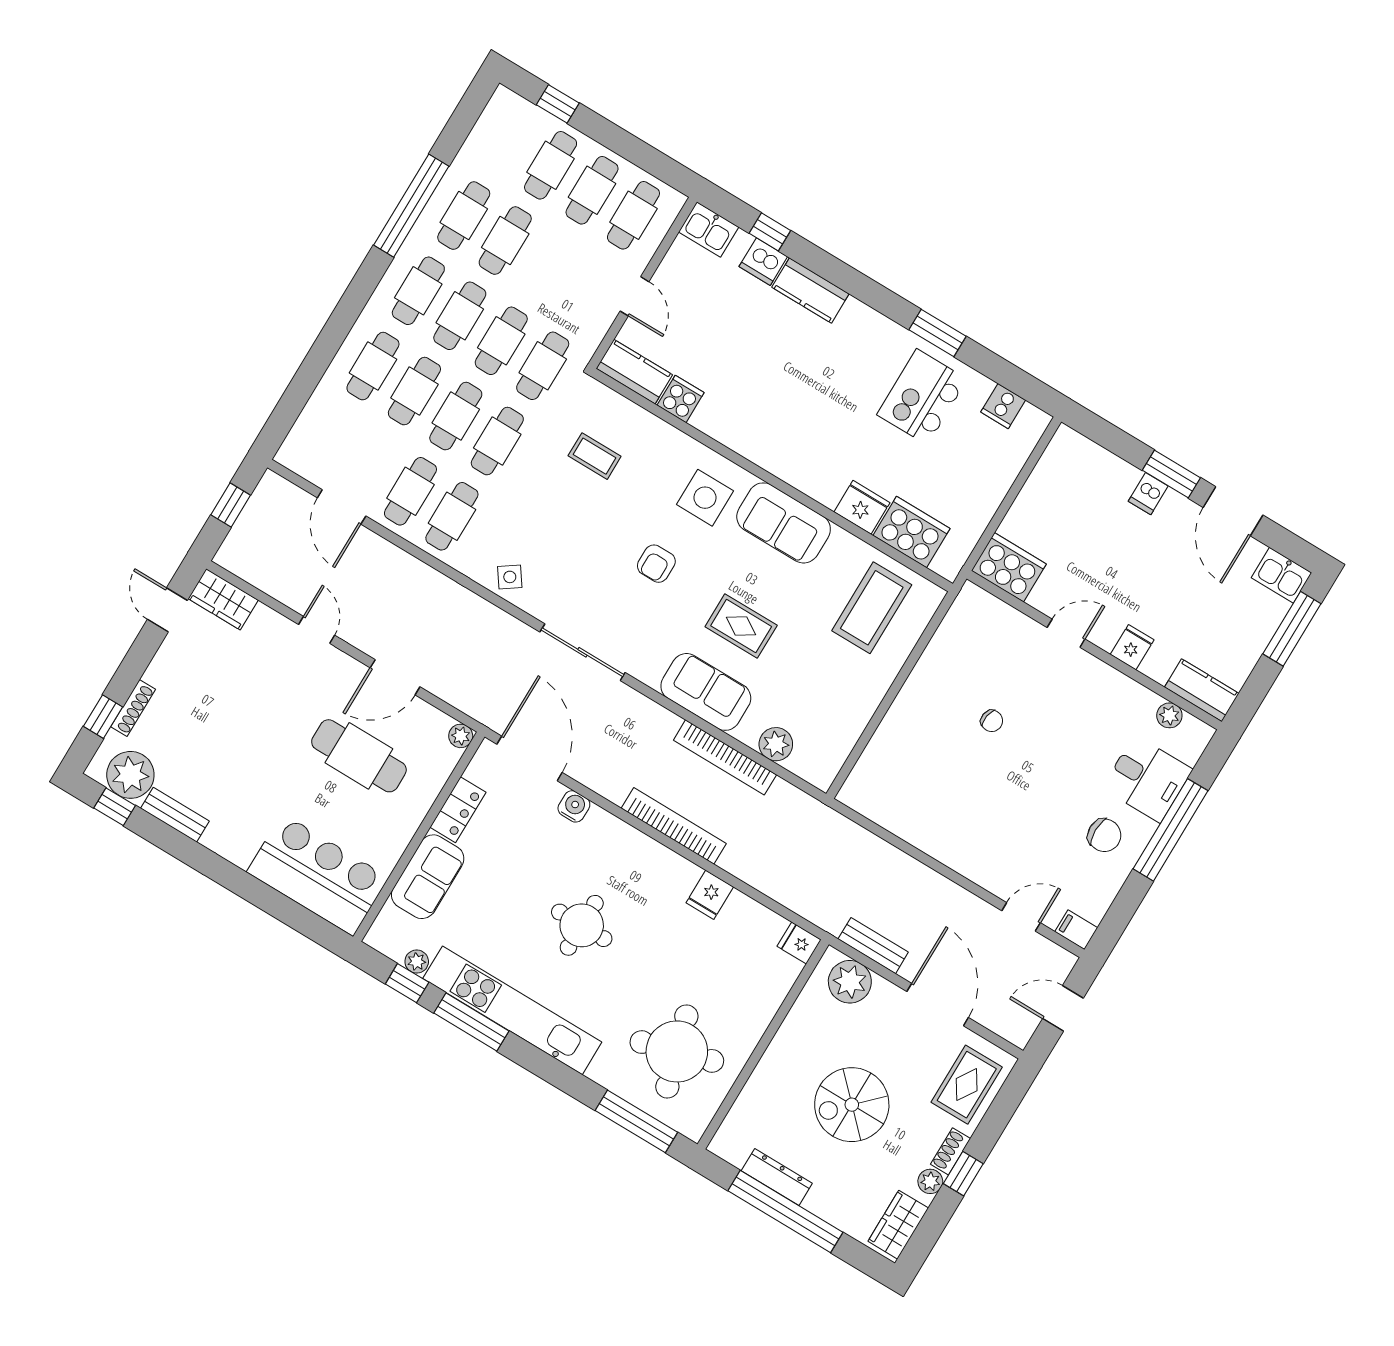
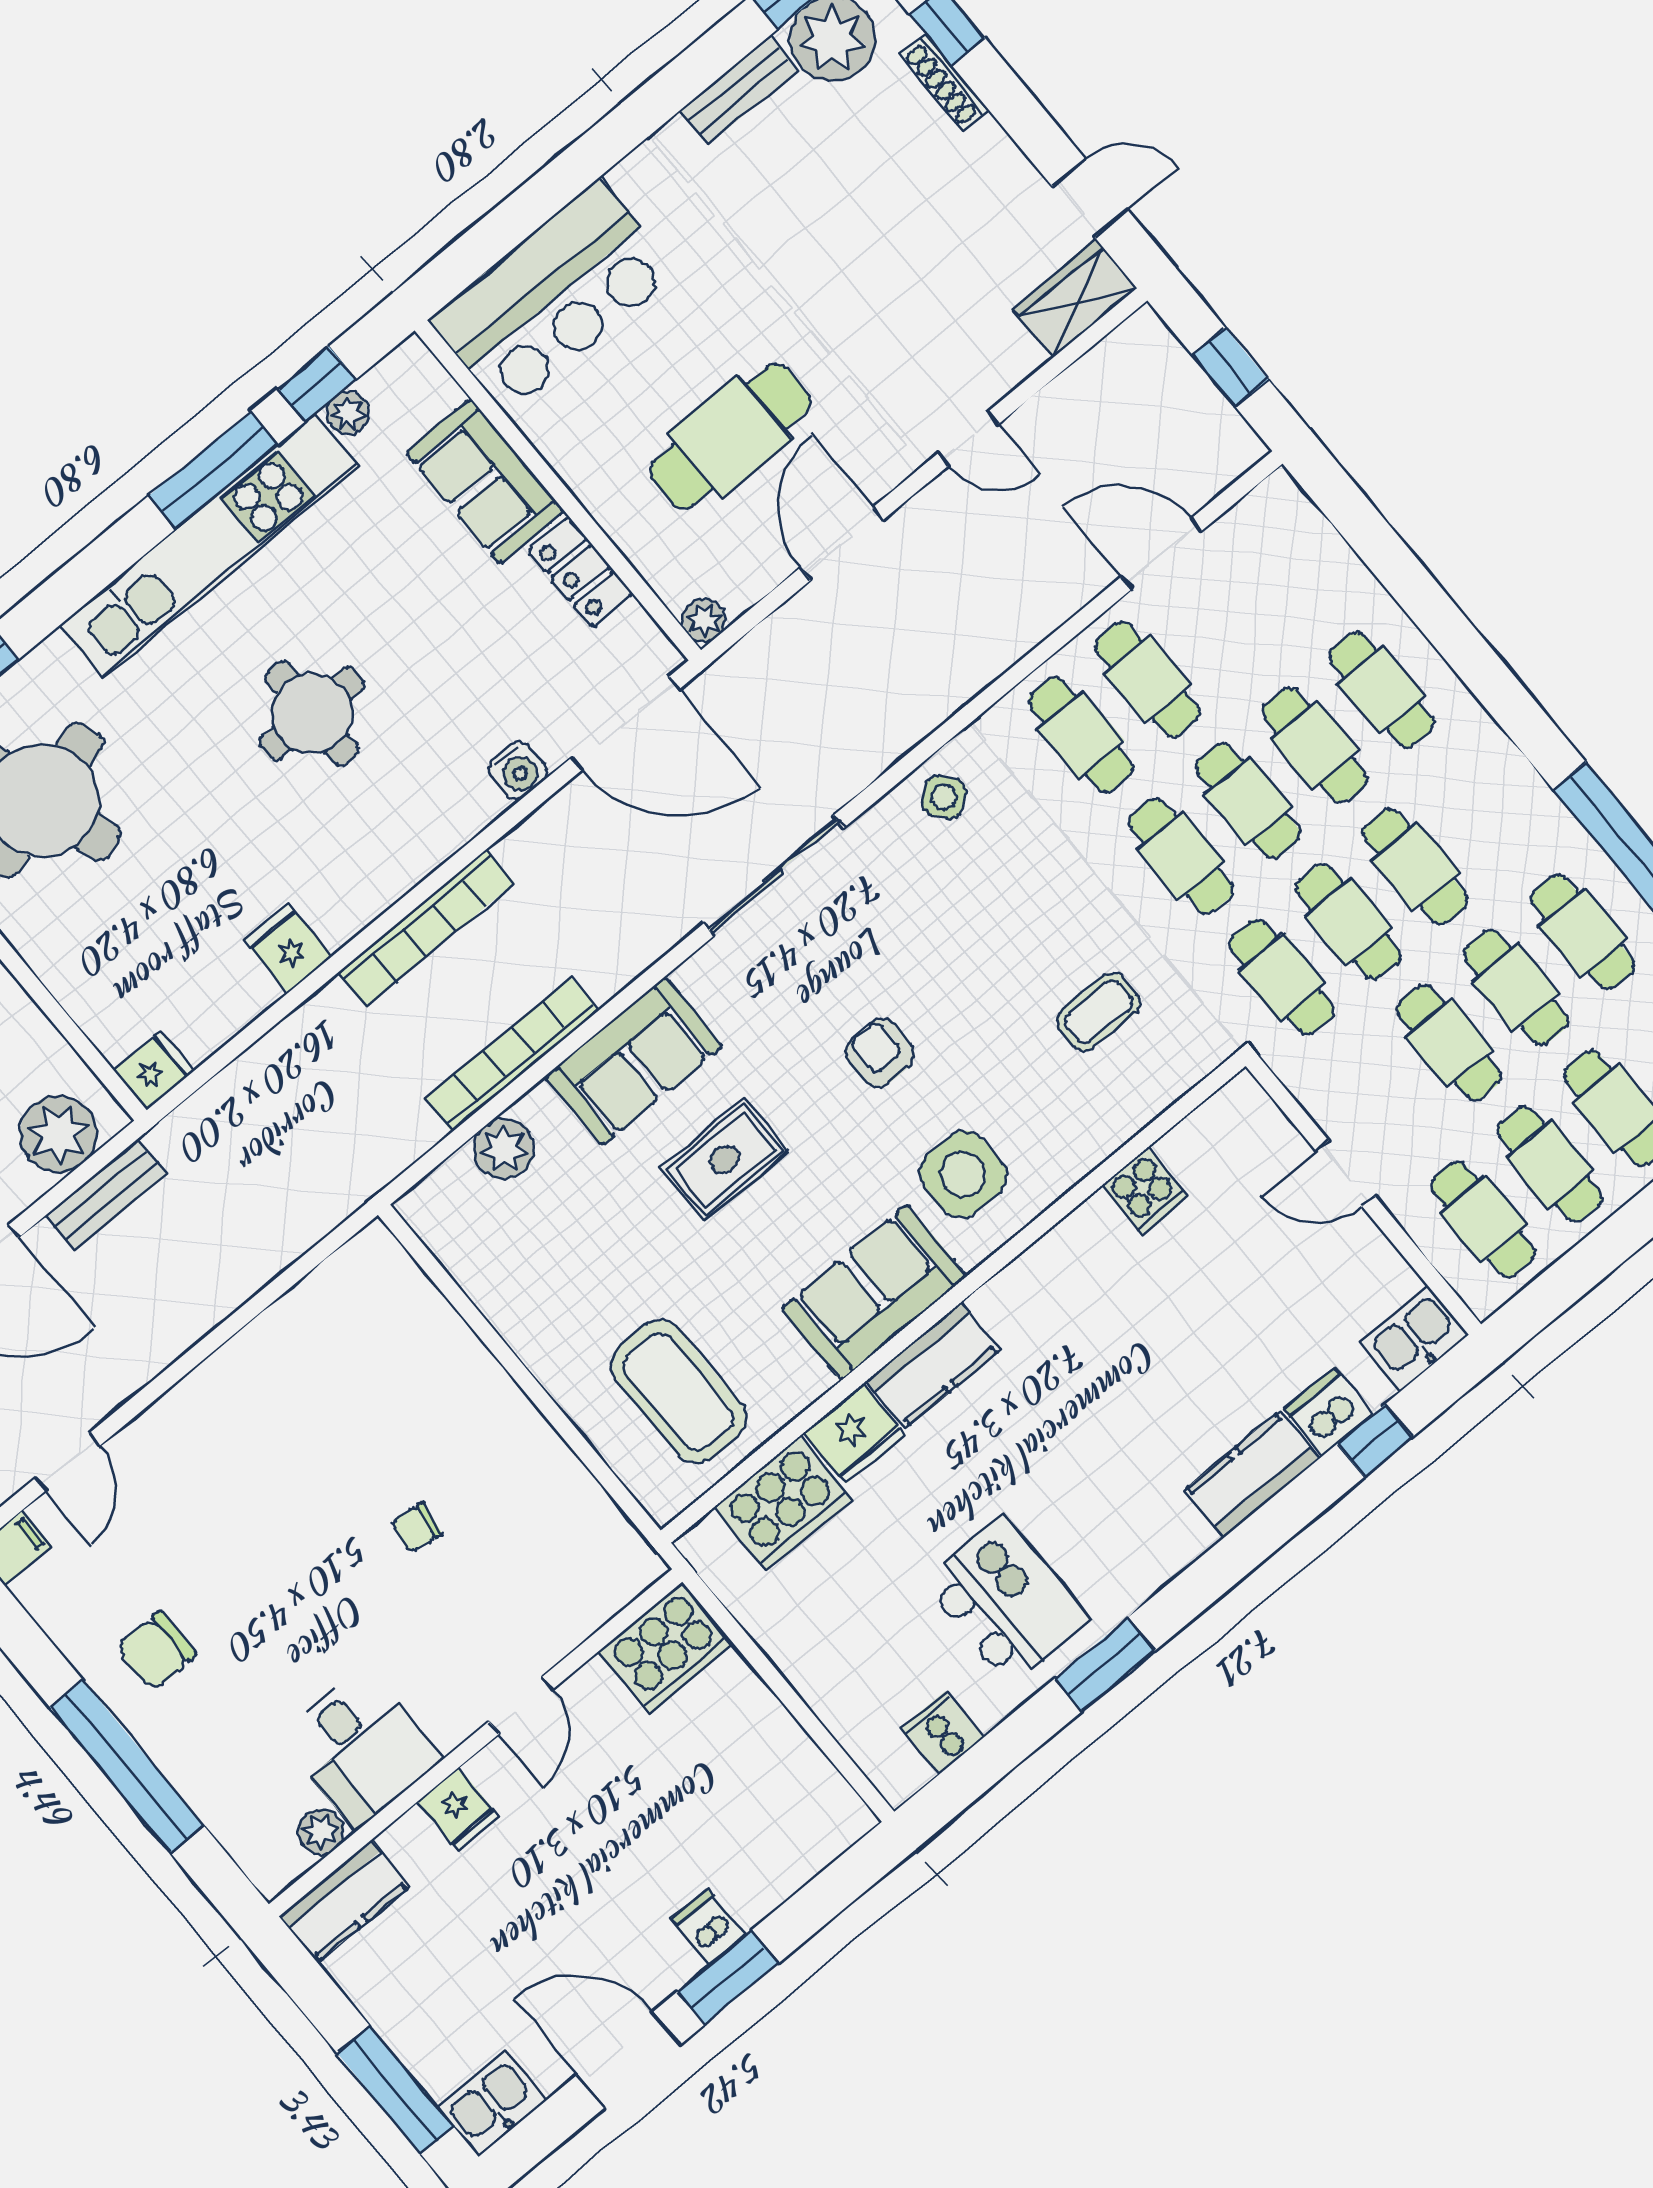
cafe table: (418, 291) -> (1449, 1043), moved
kitchen counter: (634, 372) -> (933, 1365), moved
desk: (1147, 779) -> (360, 1748), moved, turned -90

